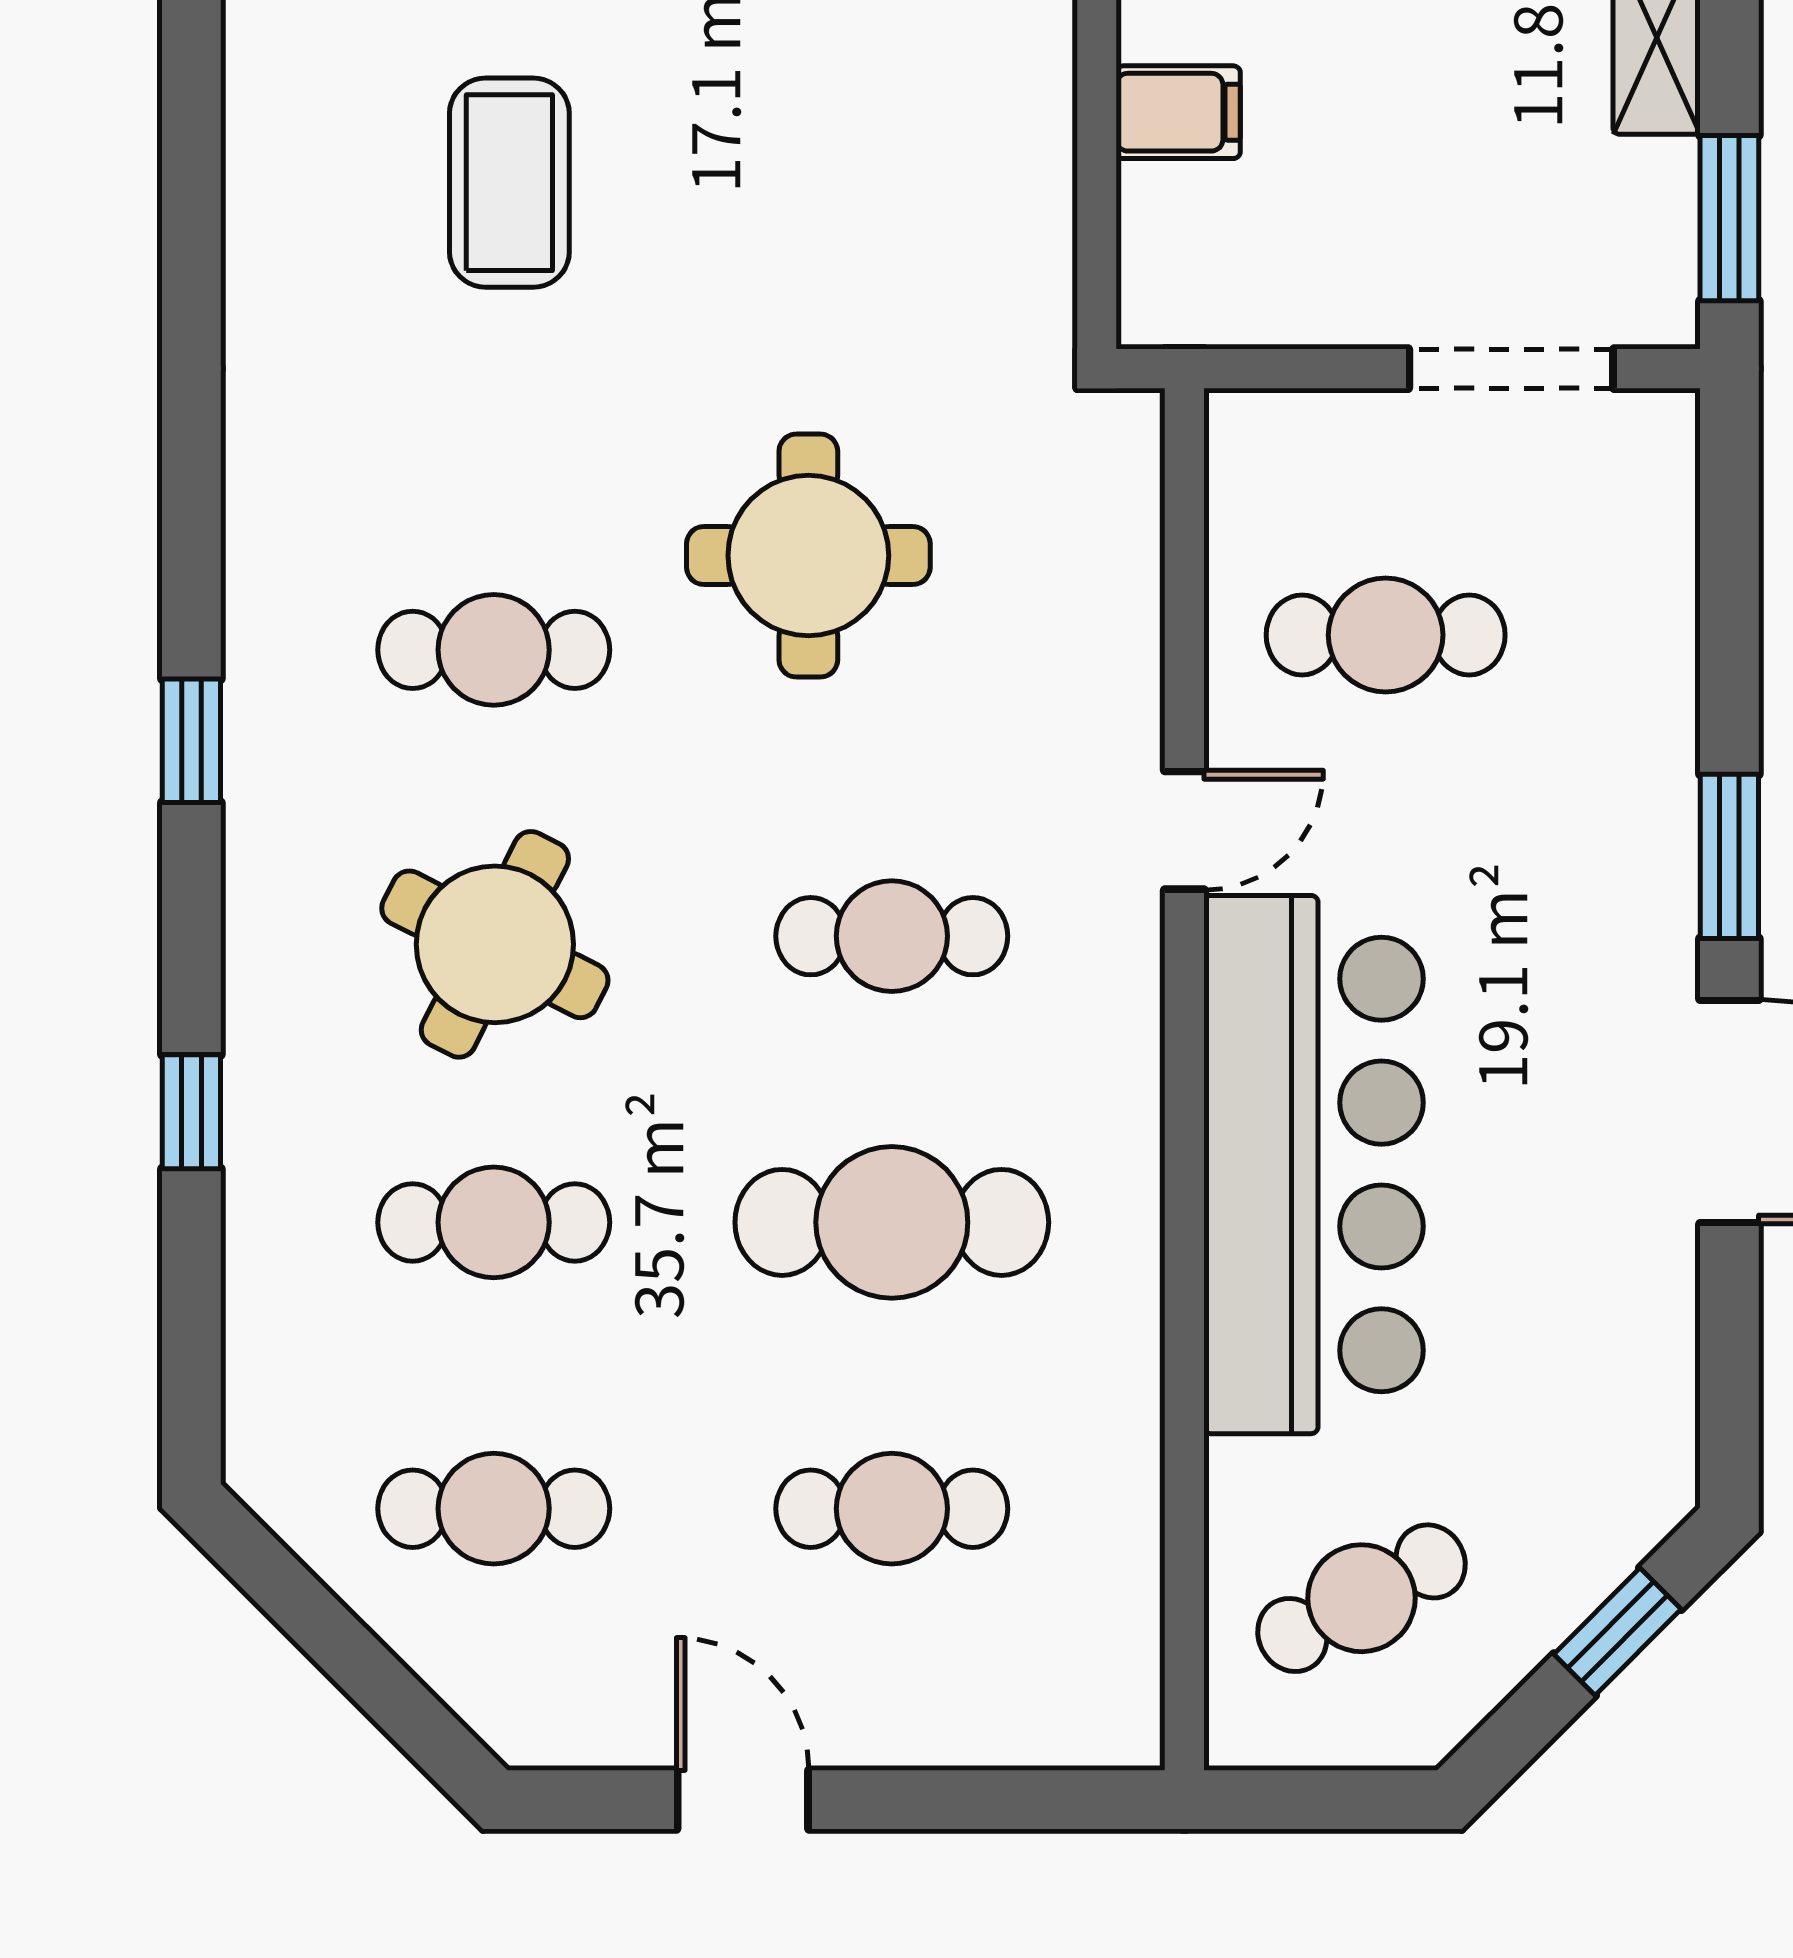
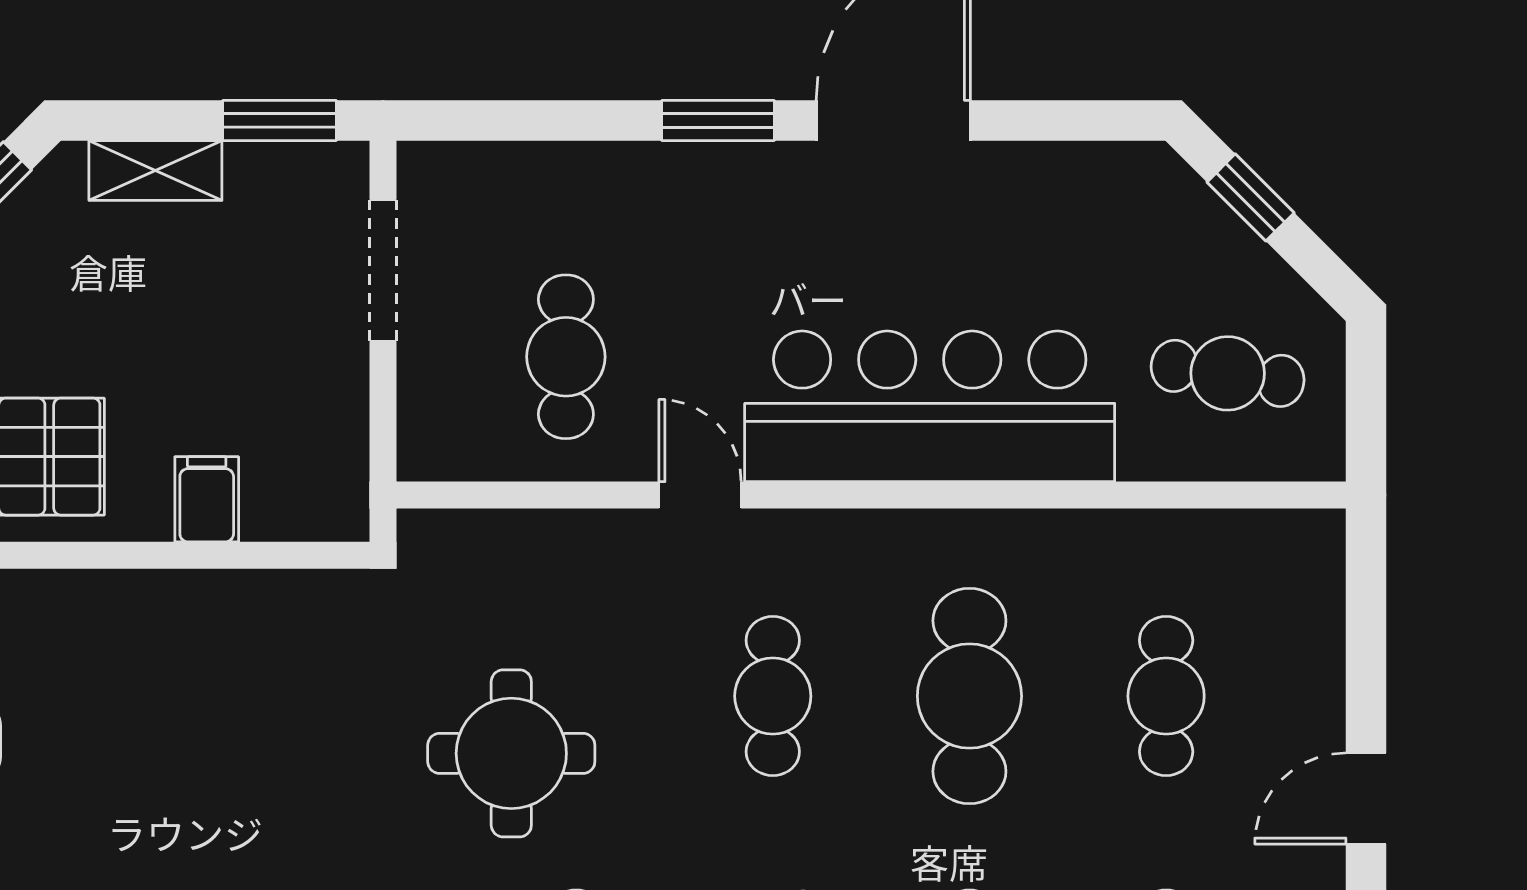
cafe table: (1361, 1598) -> (1228, 373), turned -54

